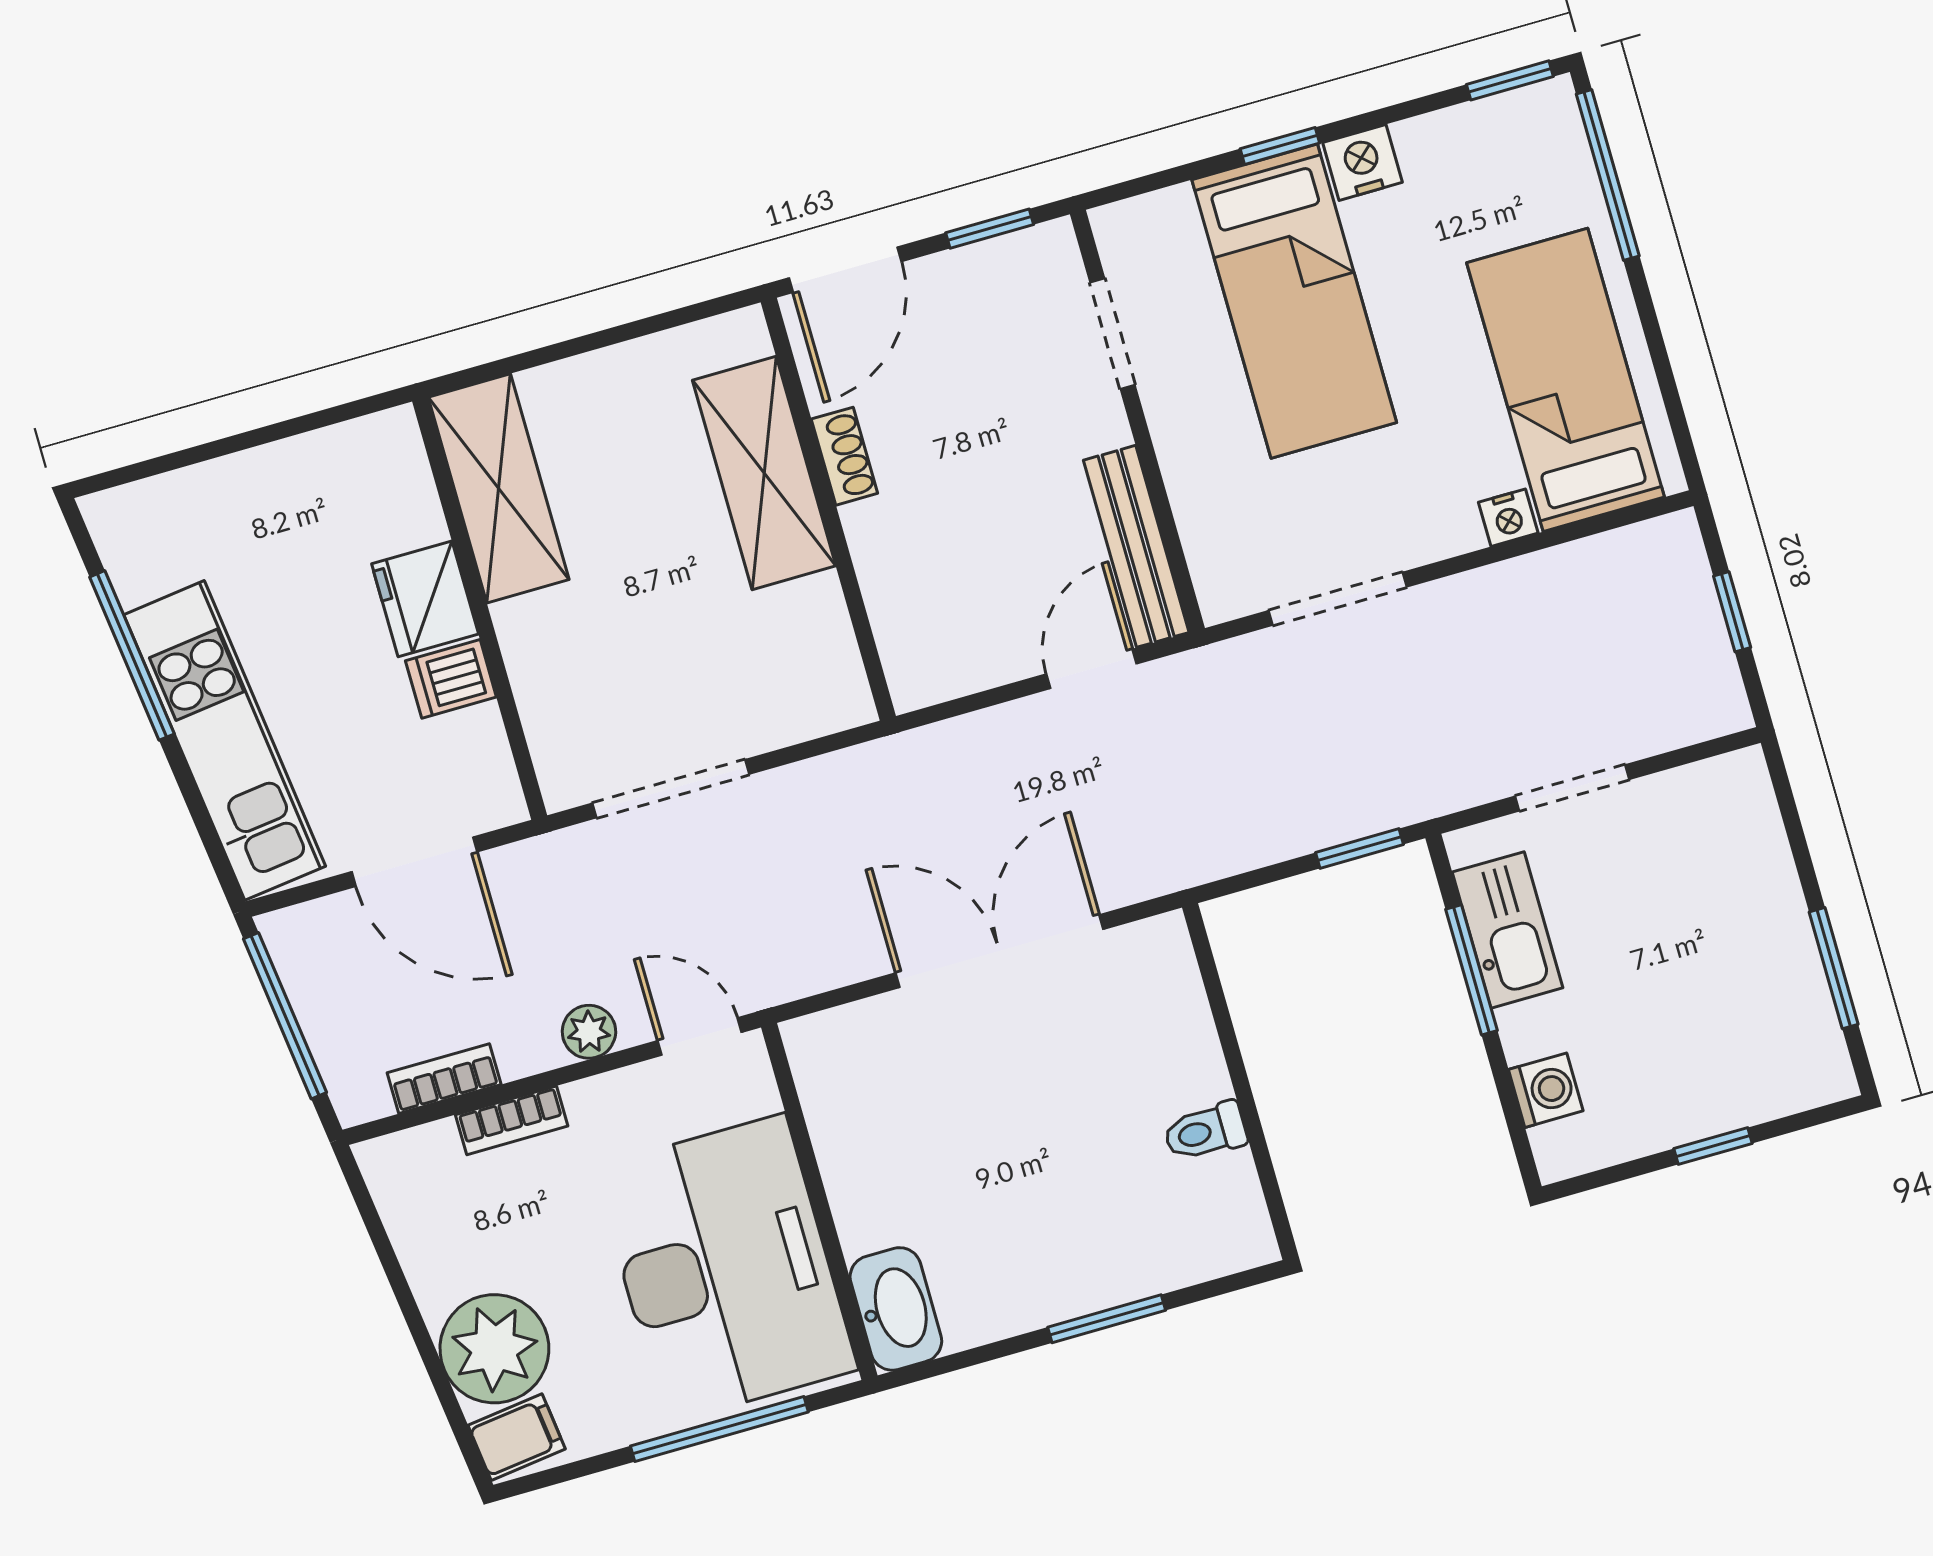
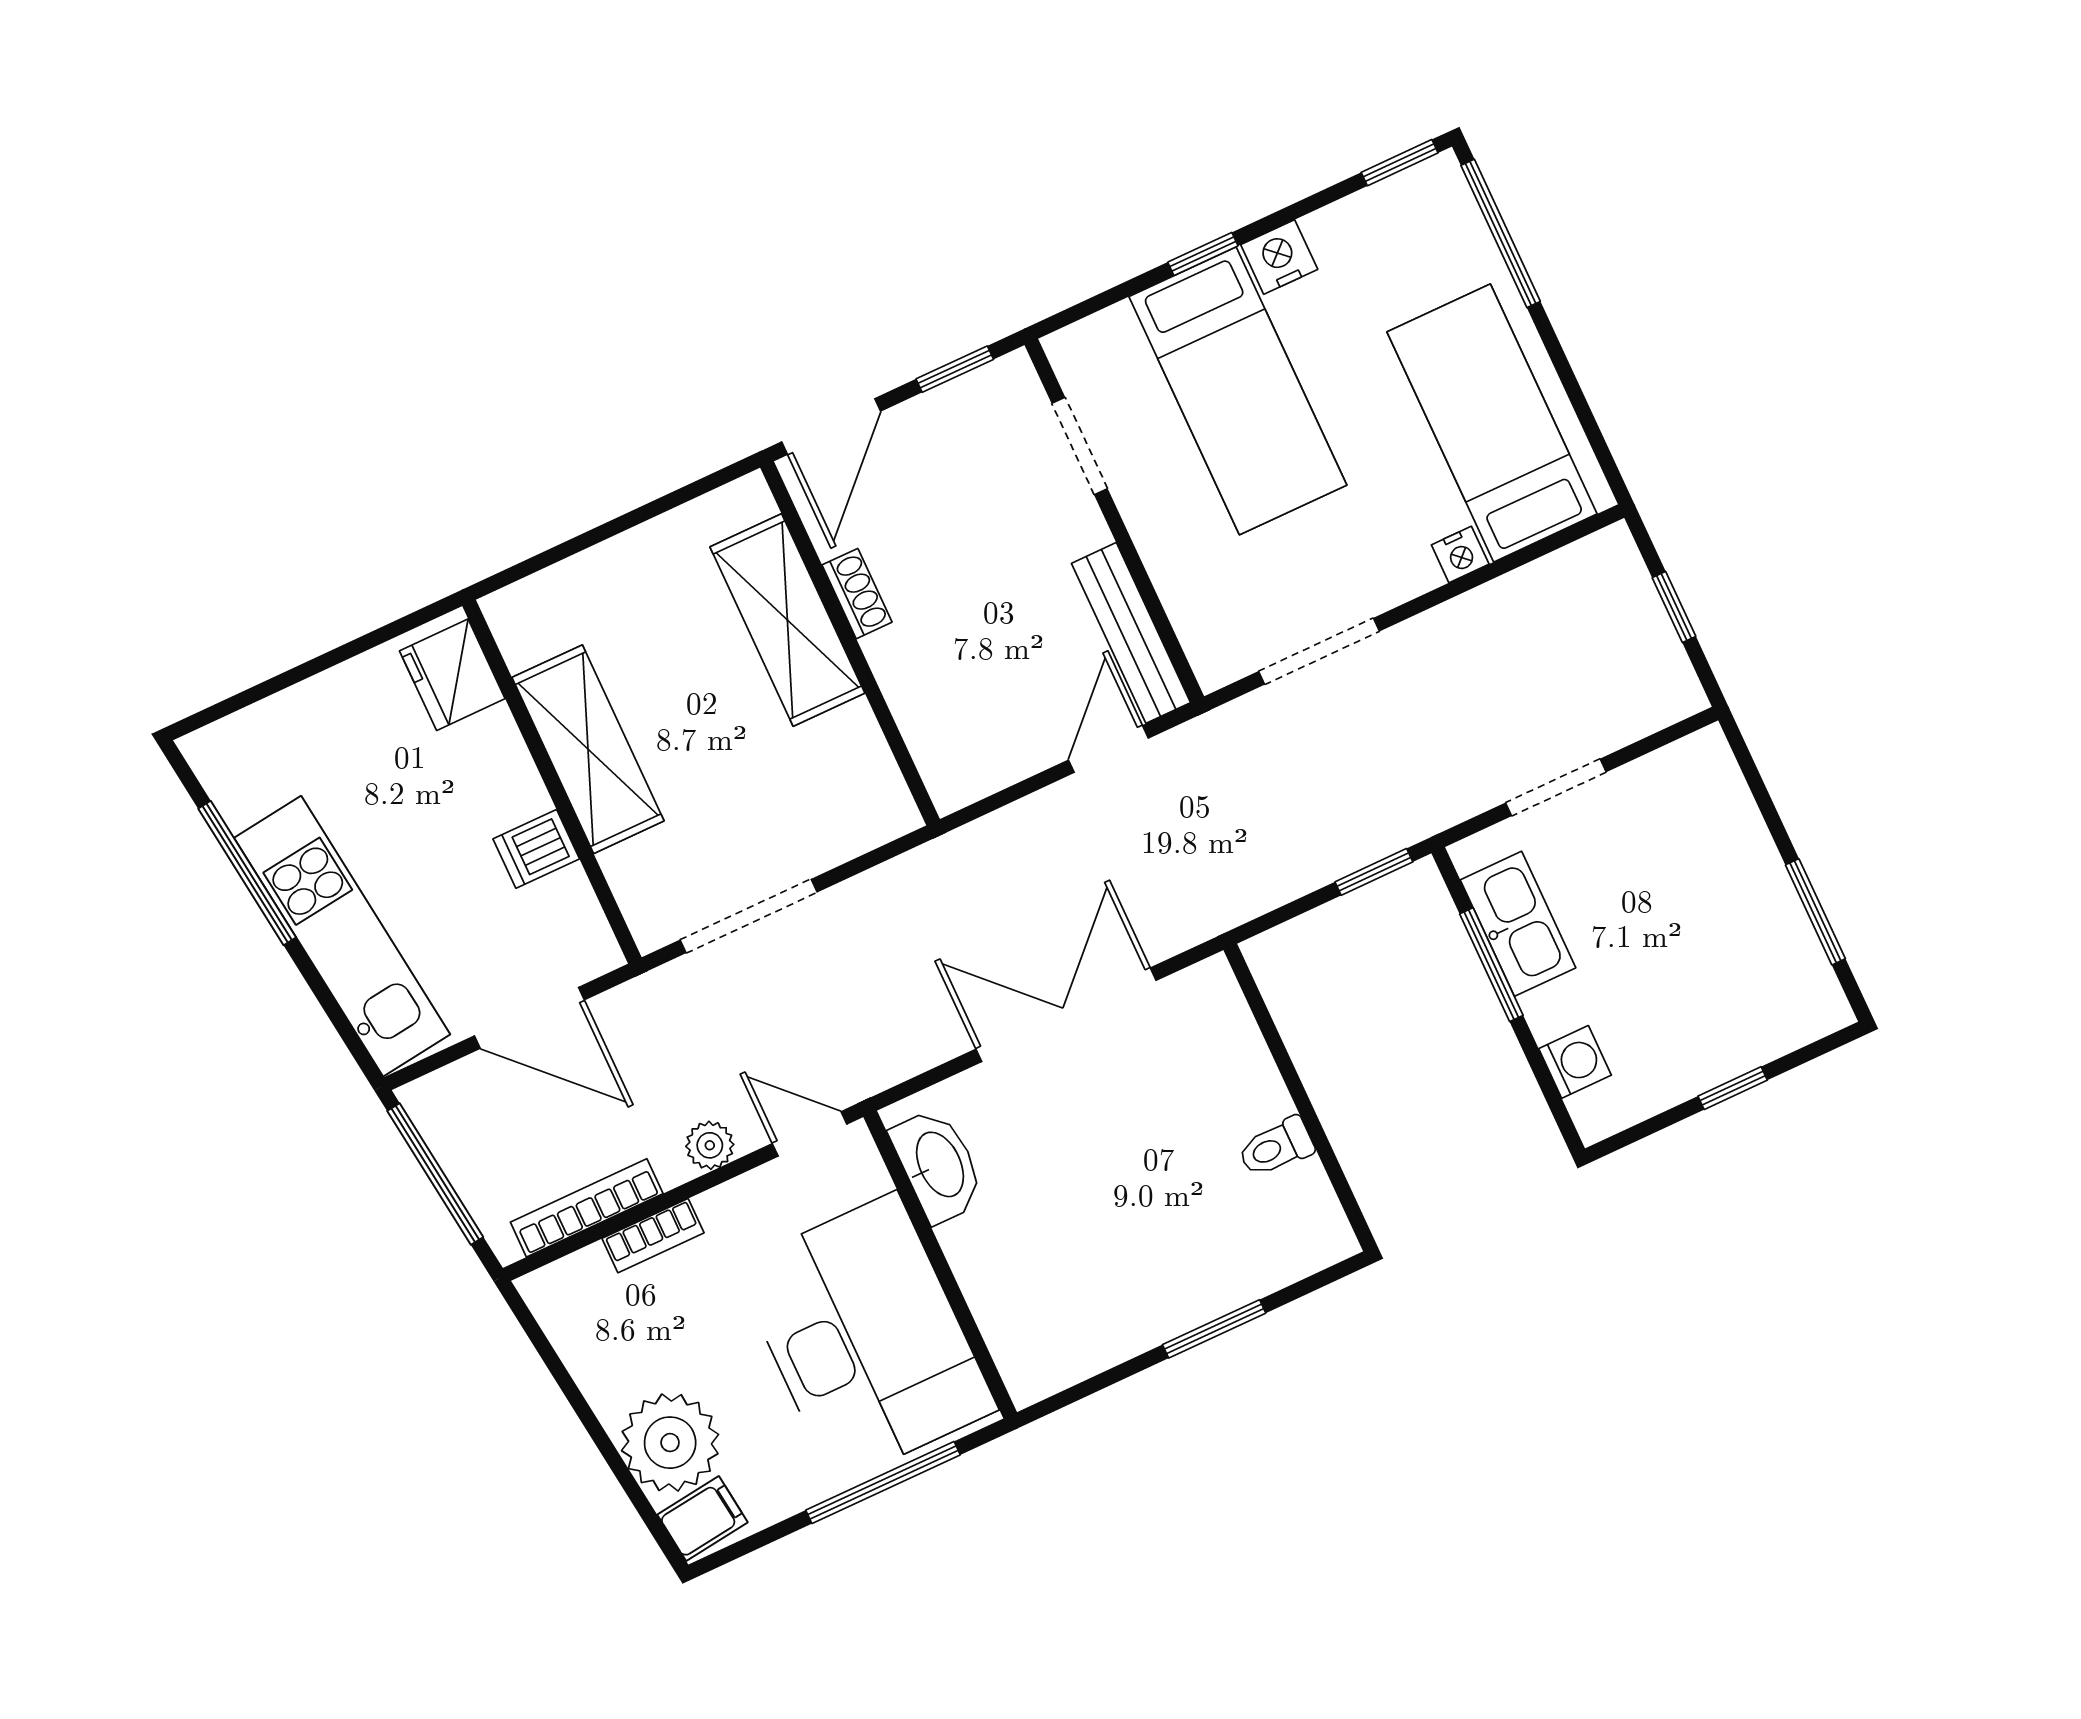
shelving: (499, 488) -> (588, 749), moved
fridge: (425, 599) -> (452, 675), moved
bookcase: (444, 1079) -> (587, 1208), width x1.56
washbasin: (896, 1309) -> (938, 1165), moved

